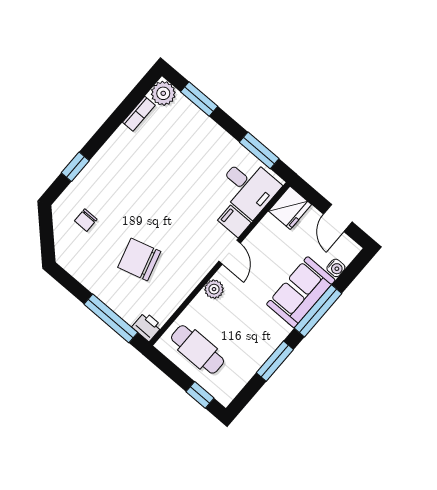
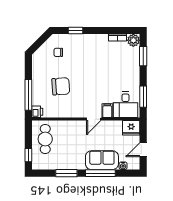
chair: (139, 259) -> (61, 86), turned 102
plant: (214, 289) -> (74, 125), removed

